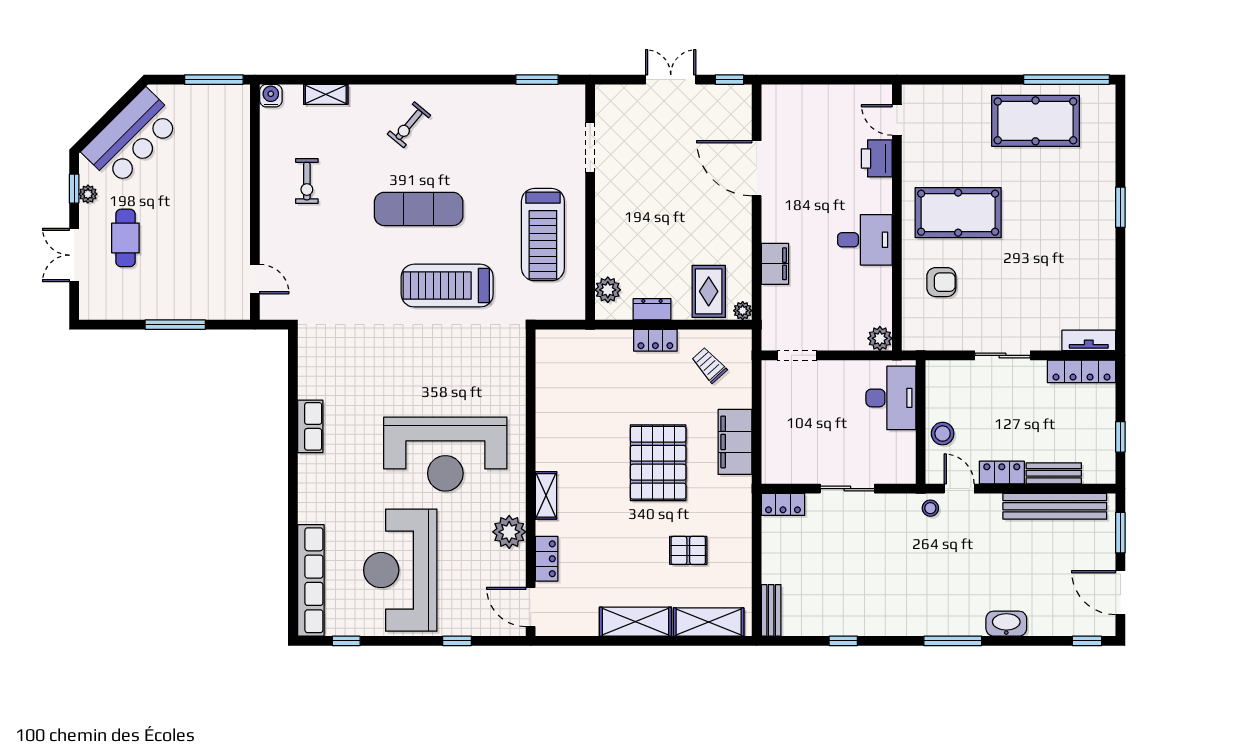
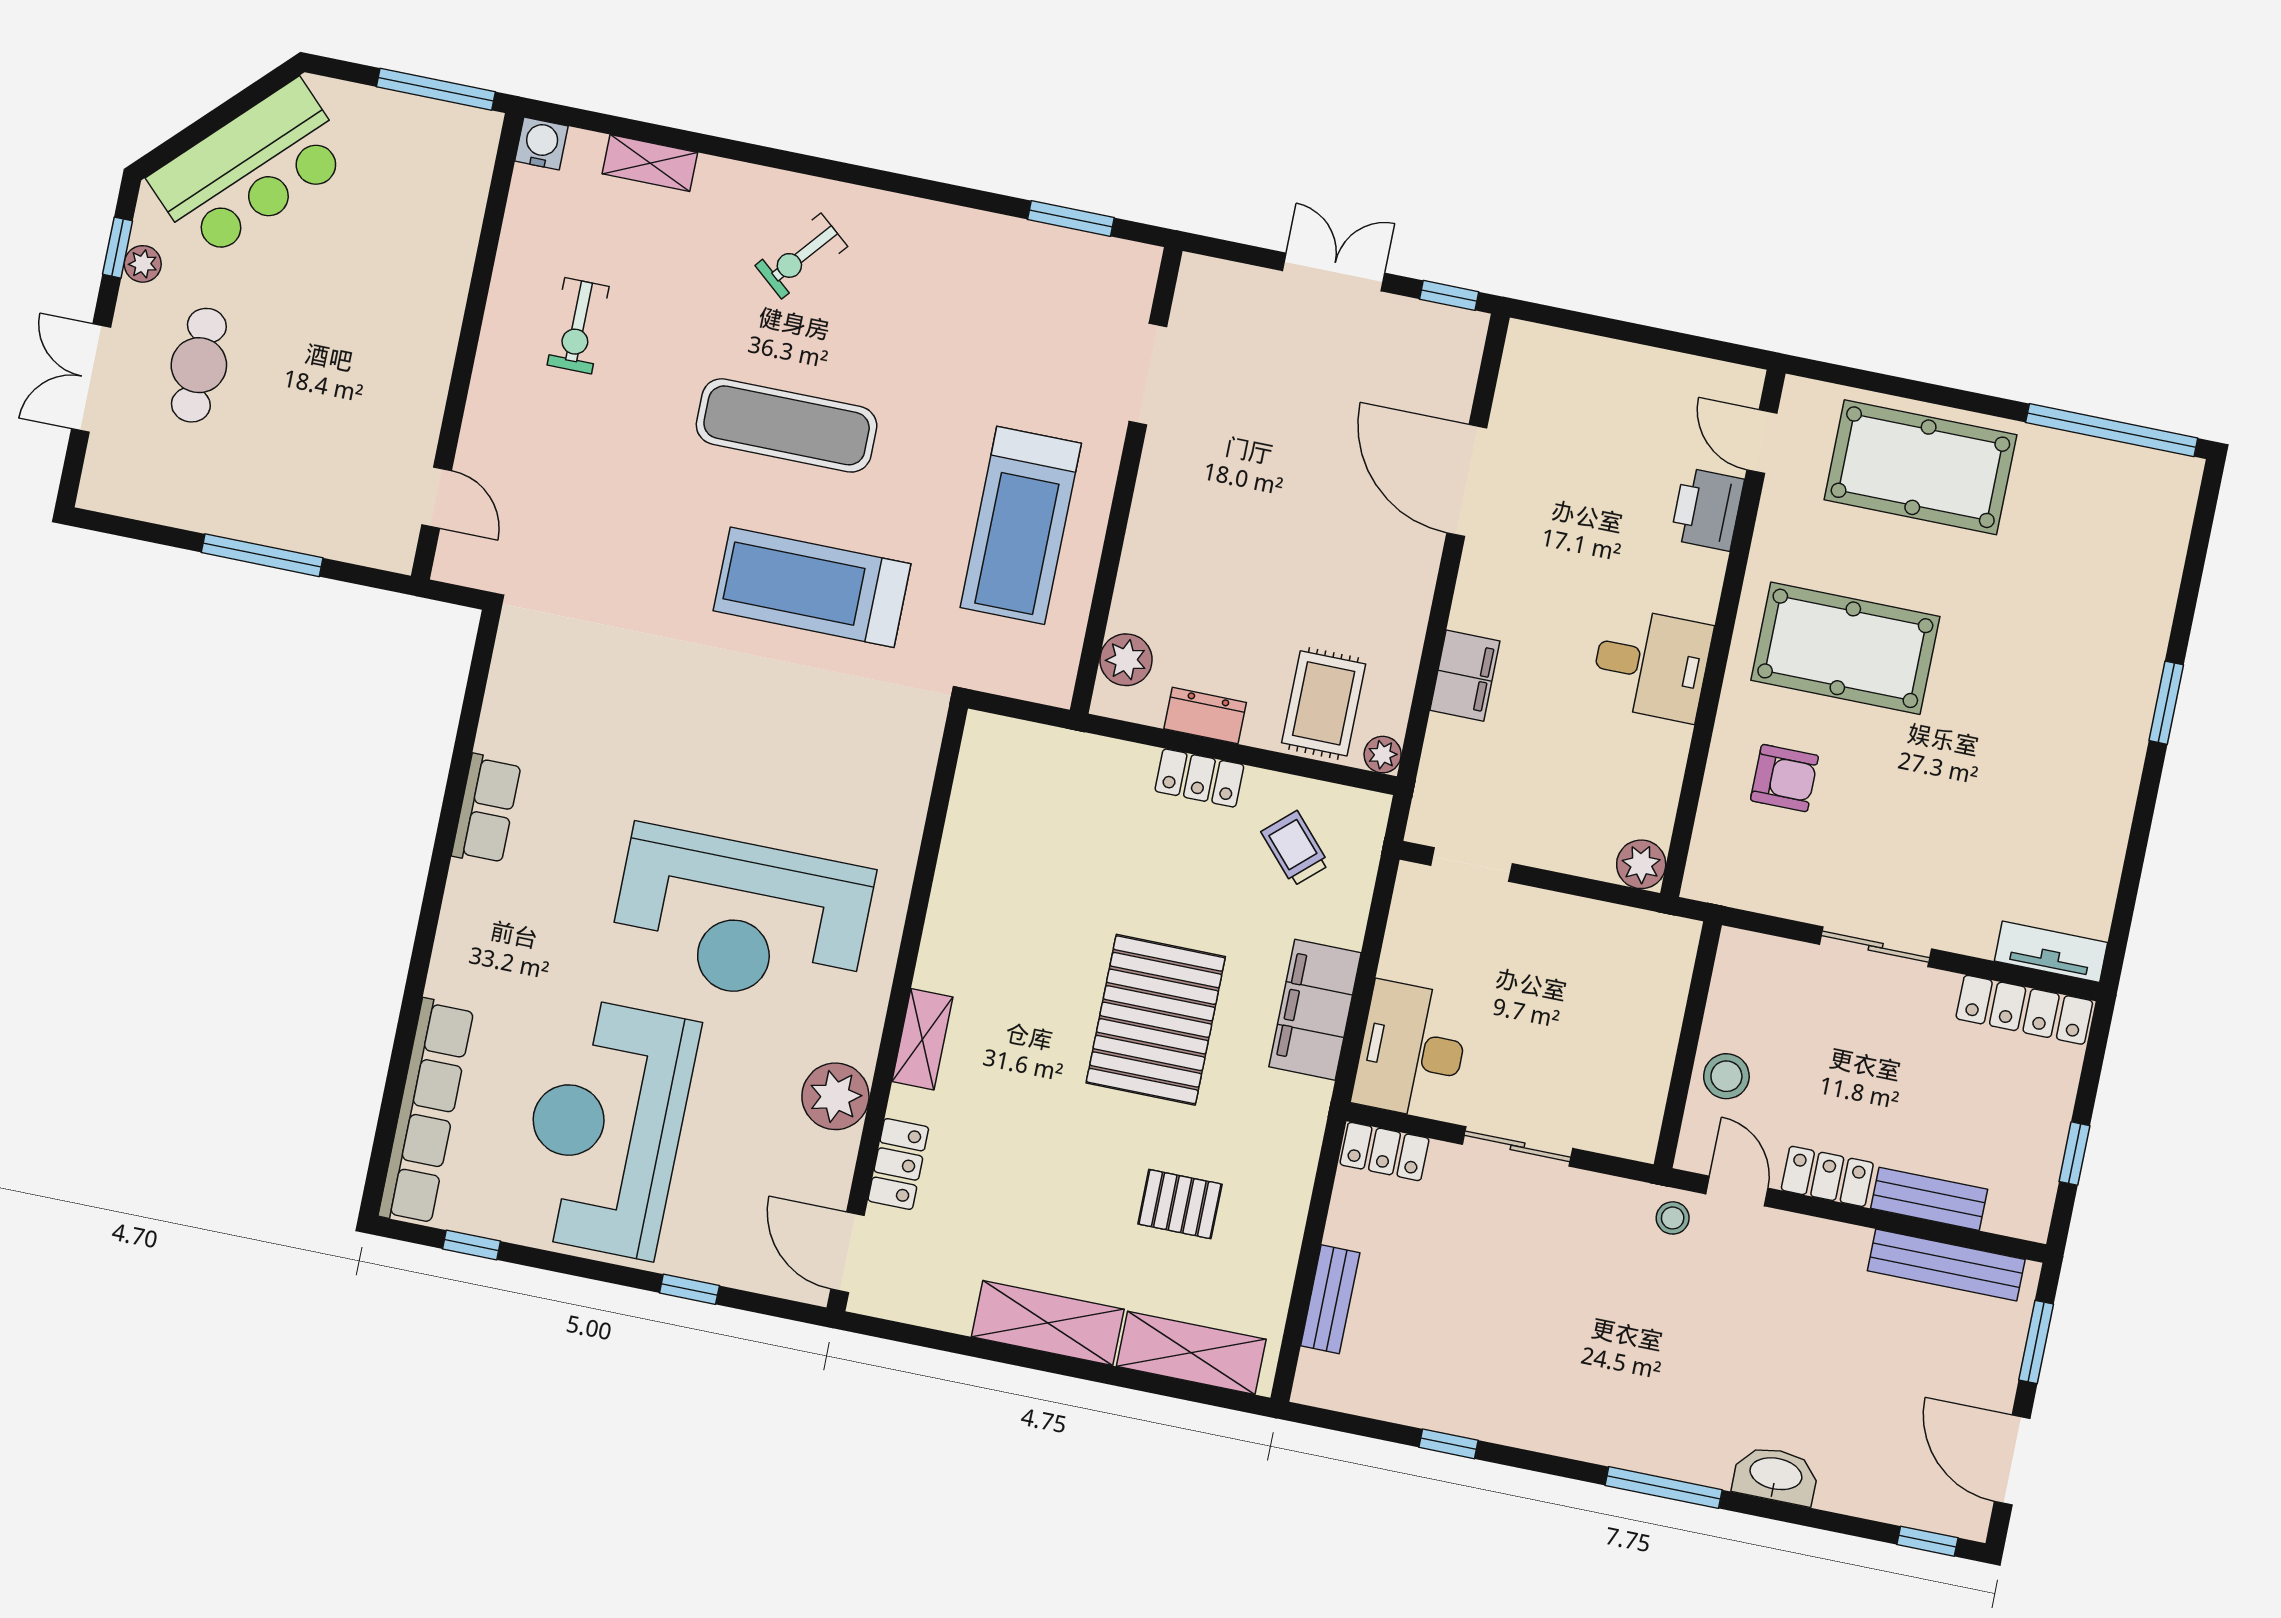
pool table: (1035, 121) -> (1920, 467), moved
desk: (891, 398) -> (1412, 1050), moved, turned 180
bench: (1055, 506) -> (1946, 1265), width x0.73, depth x0.82
bench: (771, 610) -> (1330, 1299), moved

